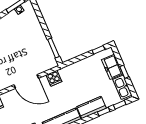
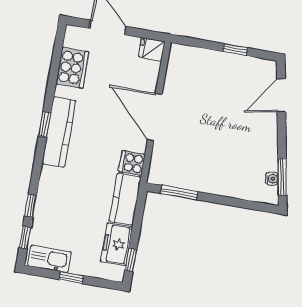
freezer: (112, 67) -> (116, 244), moved, turned -90
door: (26, 82) -> (155, 117), hinge flipped
kitchen counter: (91, 107) -> (125, 199), moved, turned 180

